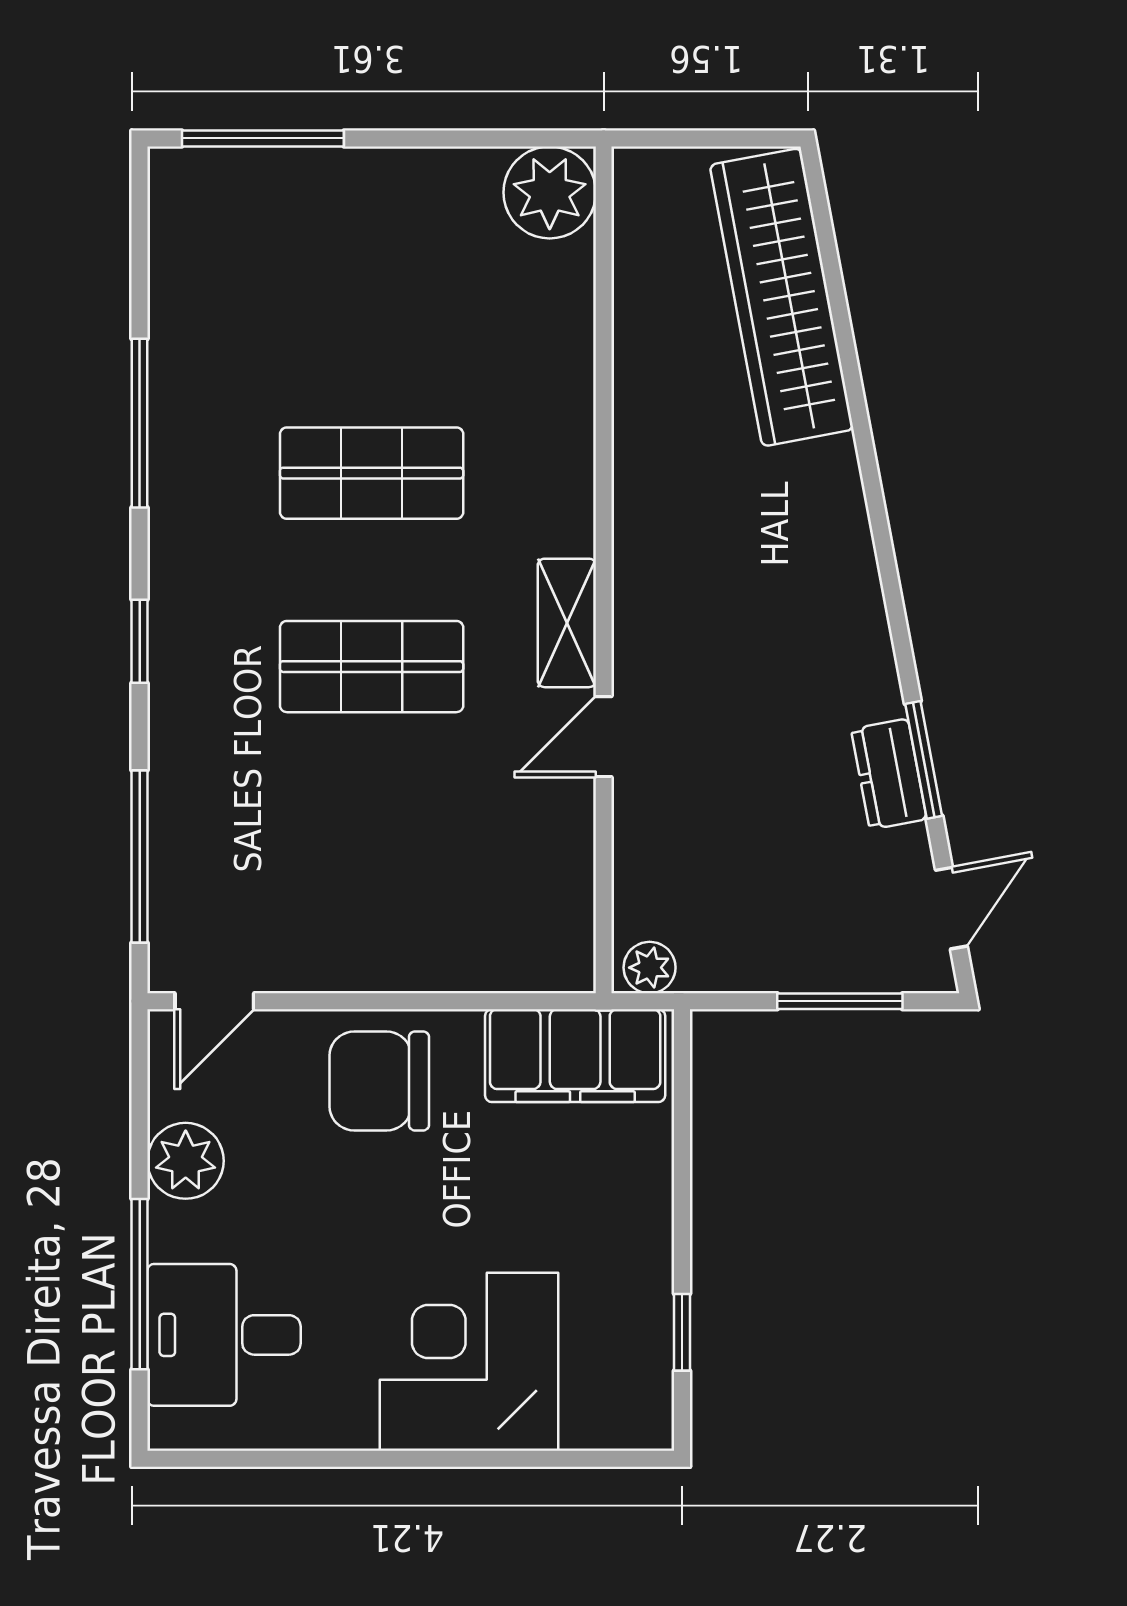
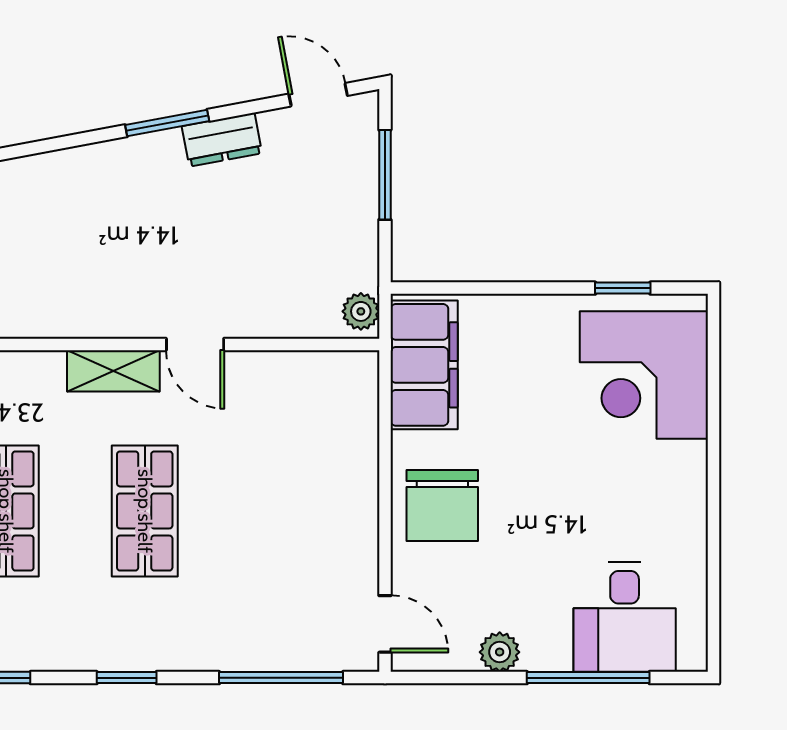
window: (924, 760) -> (167, 123), moved
plant: (186, 1161) -> (500, 652), width x0.73, depth x0.73
corner desk: (469, 1362) -> (644, 375), moved

